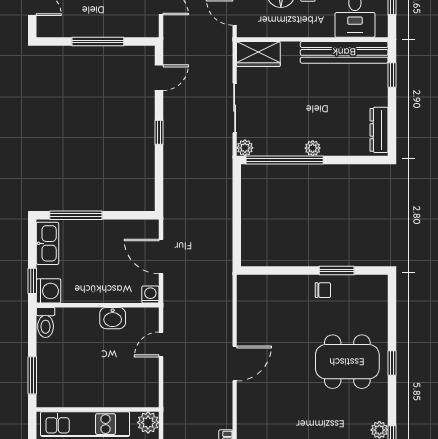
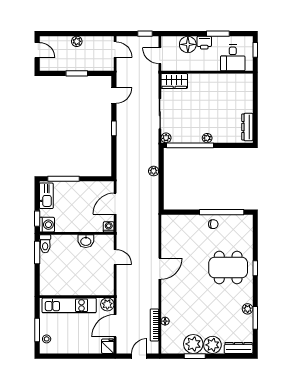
window: (98, 41) -> (77, 73), width x0.69
bench: (344, 52) -> (226, 80), removed
window: (392, 75) -> (255, 94), removed
plant: (224, 203) -> (154, 171), added
door: (161, 256) -> (115, 204), hinge flipped
window: (337, 270) -> (222, 212), width x2.11
door: (161, 344) -> (115, 257), swing flipped
window: (32, 375) -> (37, 253), moved

